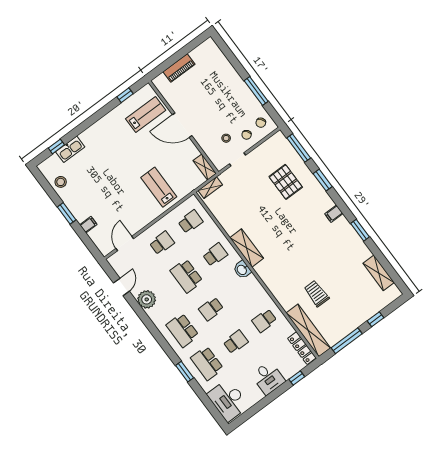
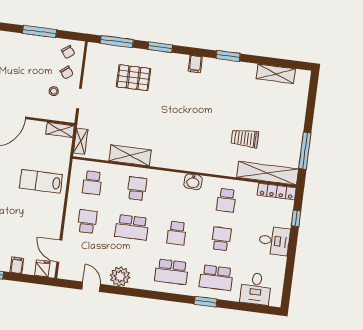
school desk: (190, 222) -> (92, 183), turned 180
fridge: (103, 243) -> (42, 268), added
shelving: (247, 248) -> (130, 155), moved
washbasin: (242, 270) -> (193, 182), moved
window: (375, 319) -> (310, 112), removed
desk: (228, 400) -> (256, 289), width x0.73

